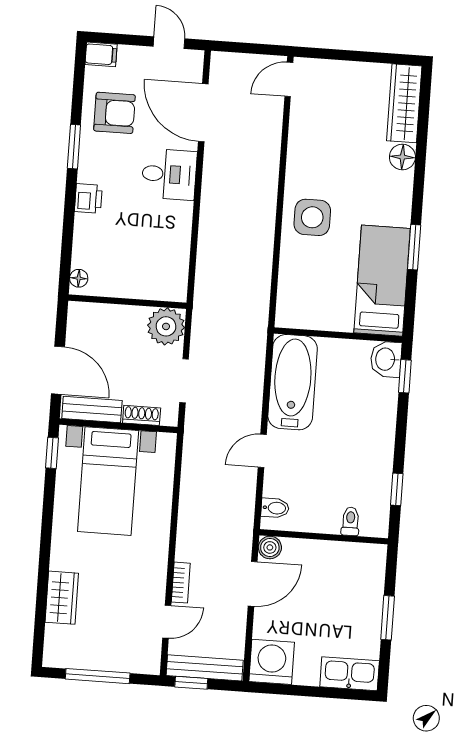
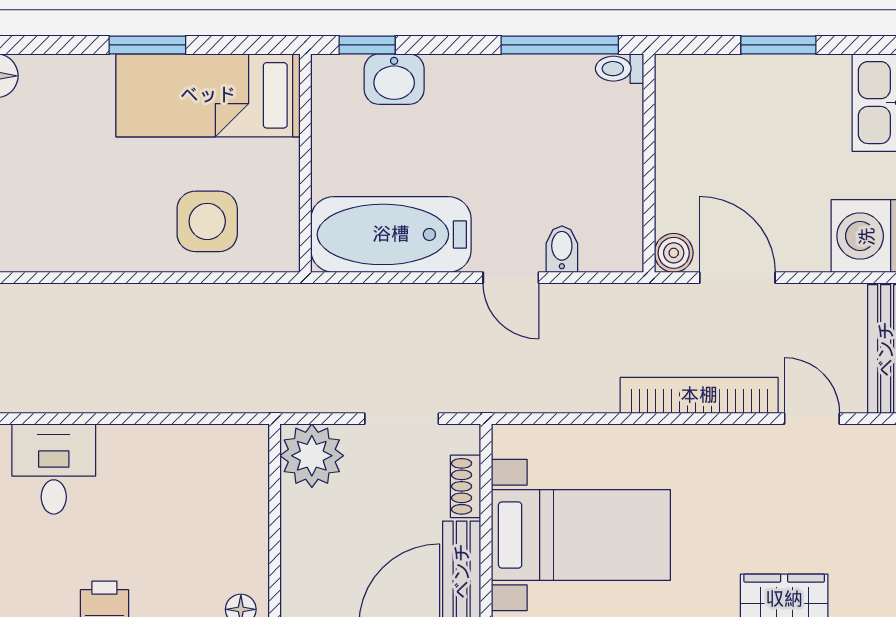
side table: (312, 217) -> (207, 221), moved
washbasin: (386, 359) -> (394, 79), moved
window: (397, 489) -> (560, 45), width x2.17
bidet: (275, 508) -> (562, 249), moved
toilet: (350, 521) -> (620, 69), moved
bookcase: (181, 583) -> (699, 395), width x2.31, depth x1.31

